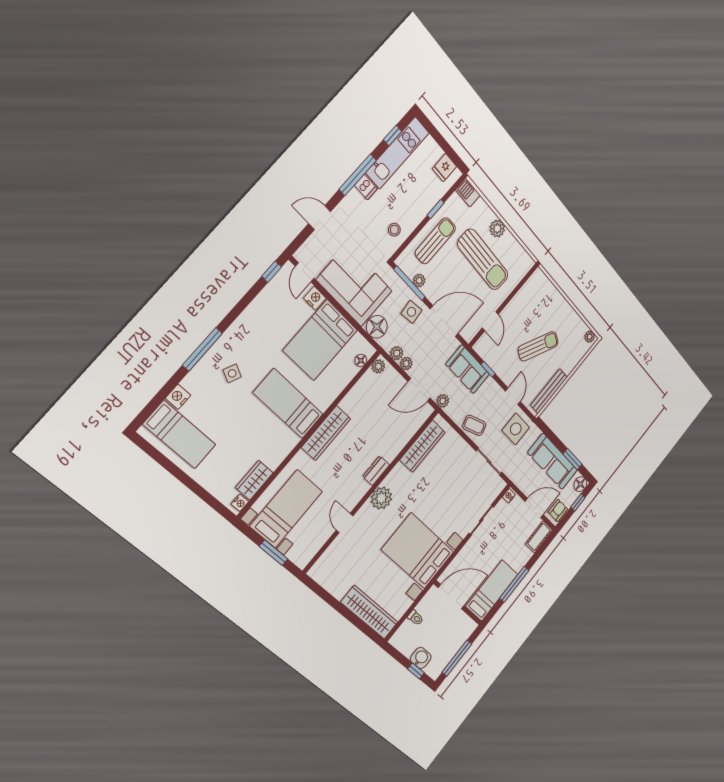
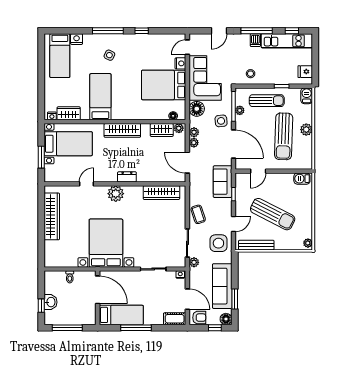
door: (320, 218) -> (219, 31), swing flipped
window: (272, 272) -> (142, 31), moved
barbecue: (535, 282) -> (302, 179), added
sun lounger: (538, 346) -> (273, 214), width x1.36, depth x1.34
wardrobe: (364, 387) -> (162, 130), added
plant: (443, 401) -> (194, 262), moved
bed: (288, 404) -> (100, 97), moved
wardrobe: (369, 612) -> (52, 216), moved

